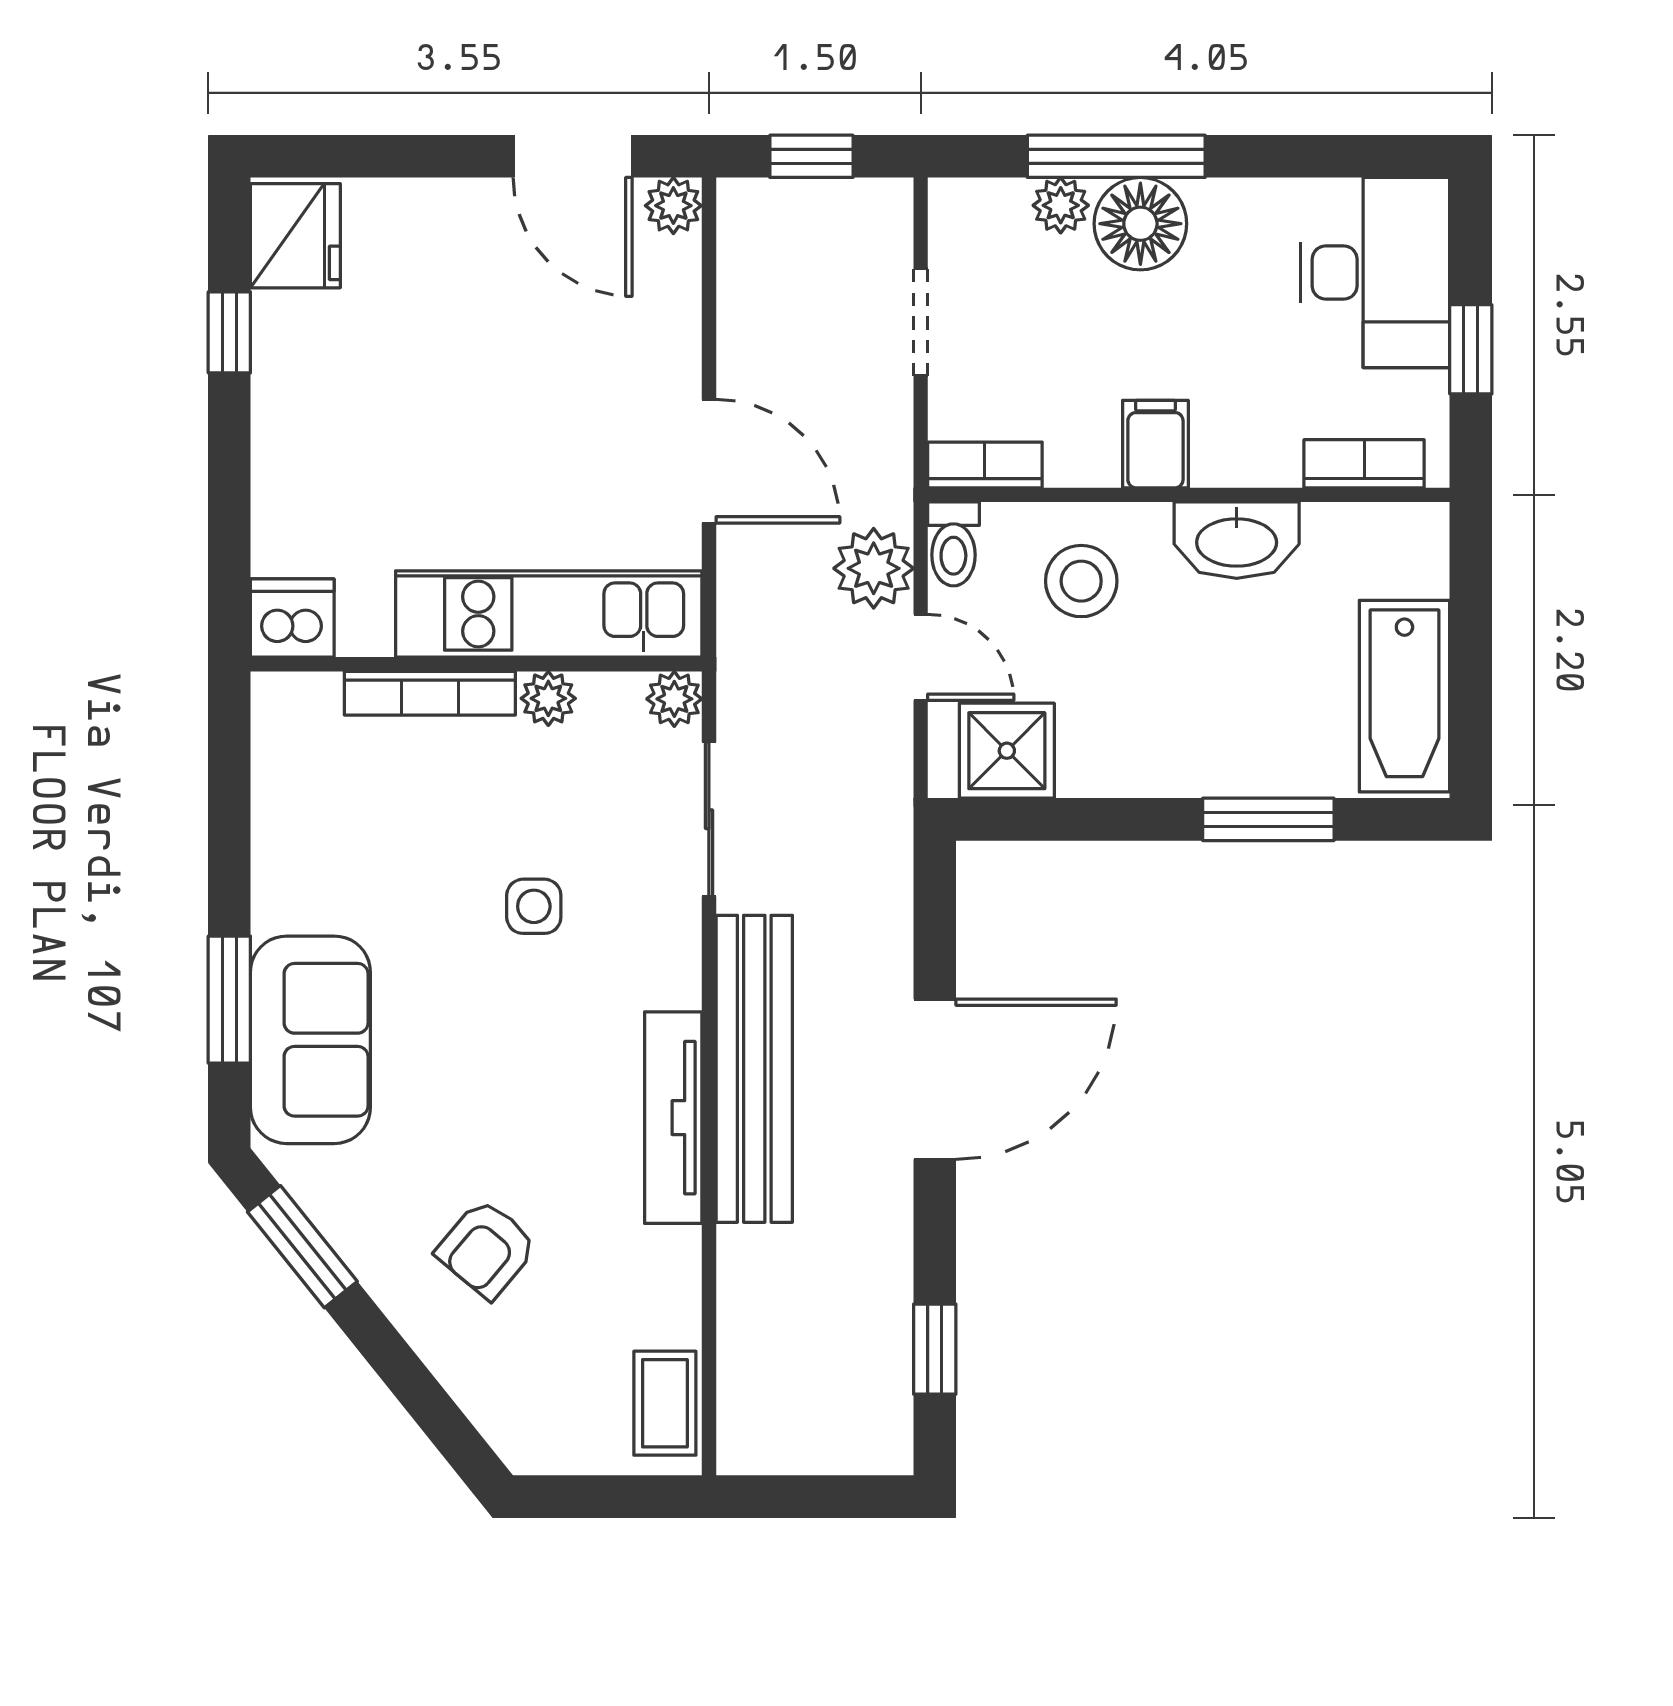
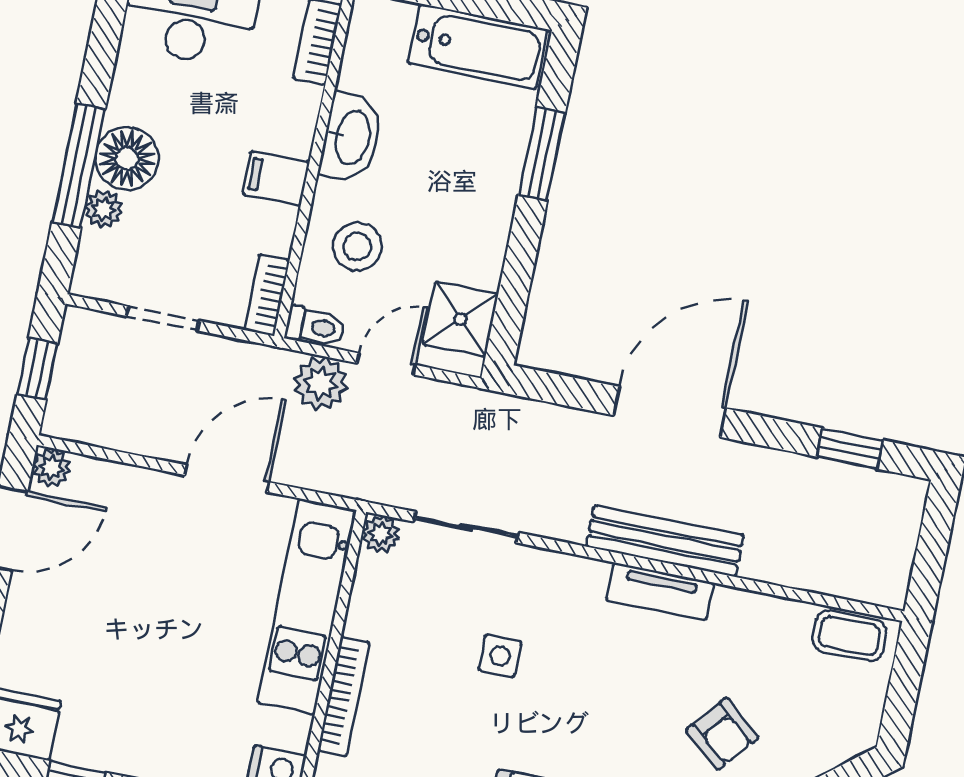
plant: (548, 698) -> (363, 618), removed
bench: (754, 1069) -> (665, 541), width x0.73, depth x0.82
door: (935, 1079) -> (670, 412), hinge flipped
tv unit: (673, 1118) -> (660, 592), width x0.71

